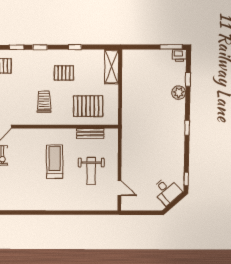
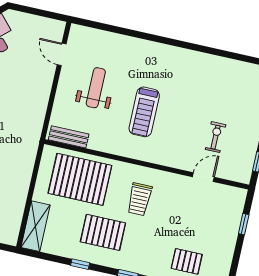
pallet: (64, 73) -> (103, 232), width x1.50, depth x1.42
pallet: (88, 106) -> (80, 179), width x1.37, depth x1.41
bench: (90, 133) -> (69, 137), moved

